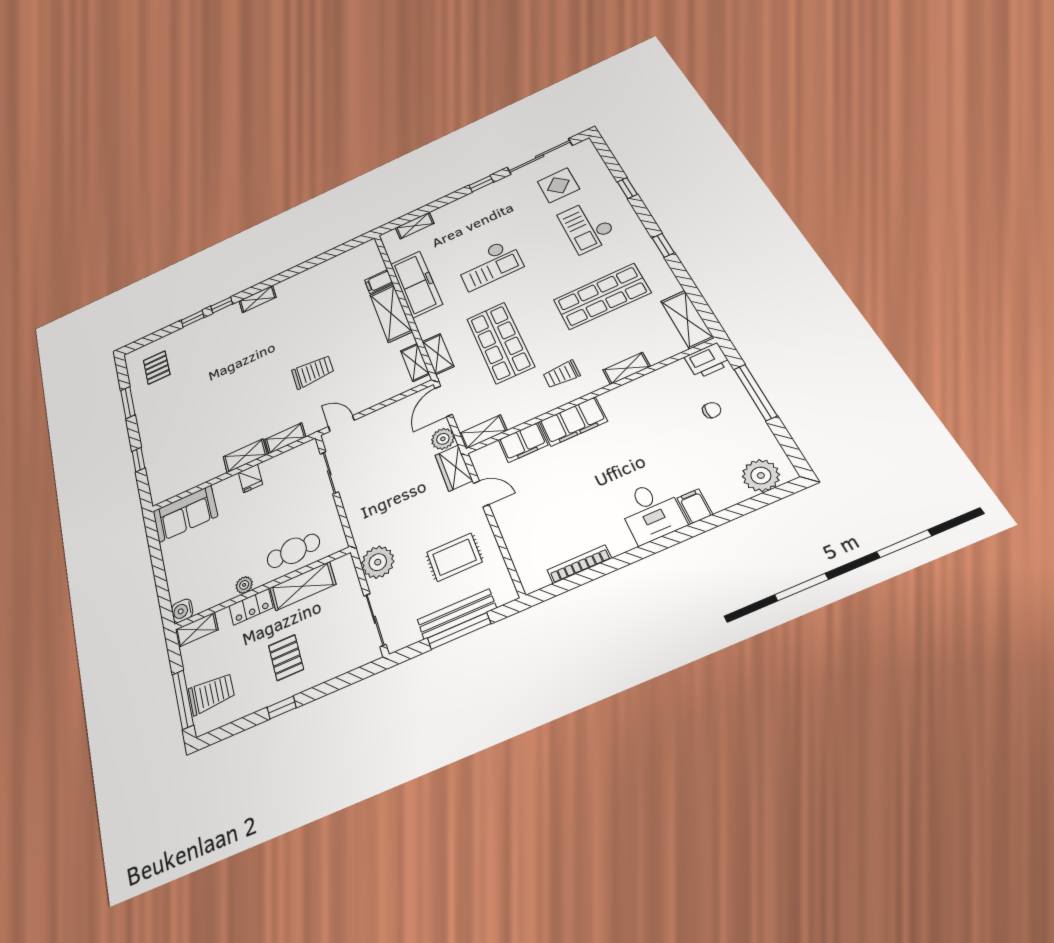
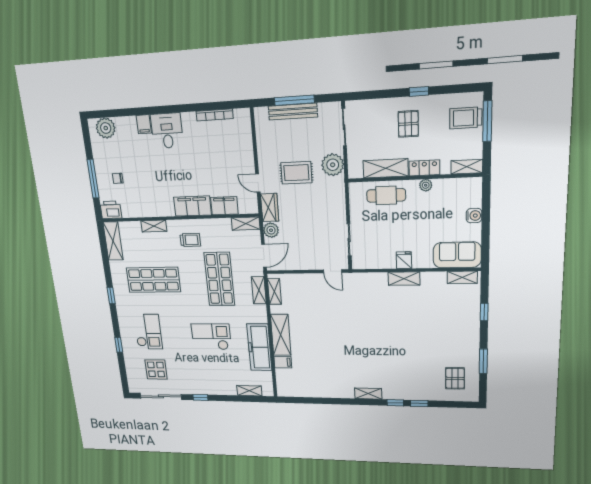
trolley: (313, 372) -> (343, 318), removed
shelving: (285, 438) -> (462, 277), moved
rug: (454, 557) -> (296, 173), moved
water cooler: (182, 611) -> (474, 216), moved

